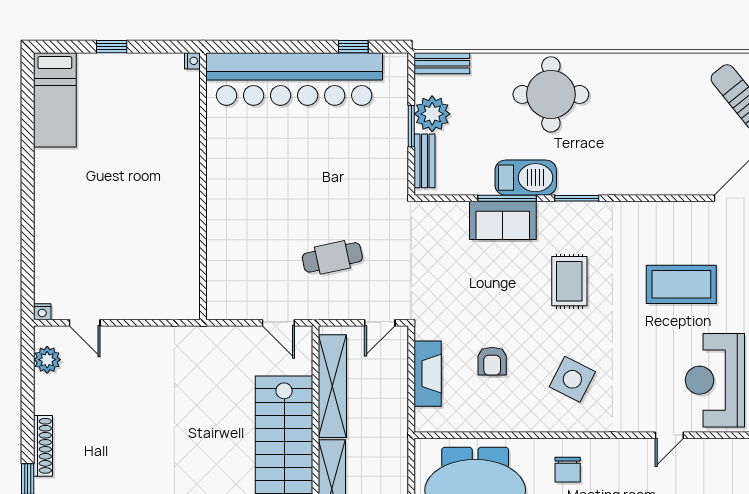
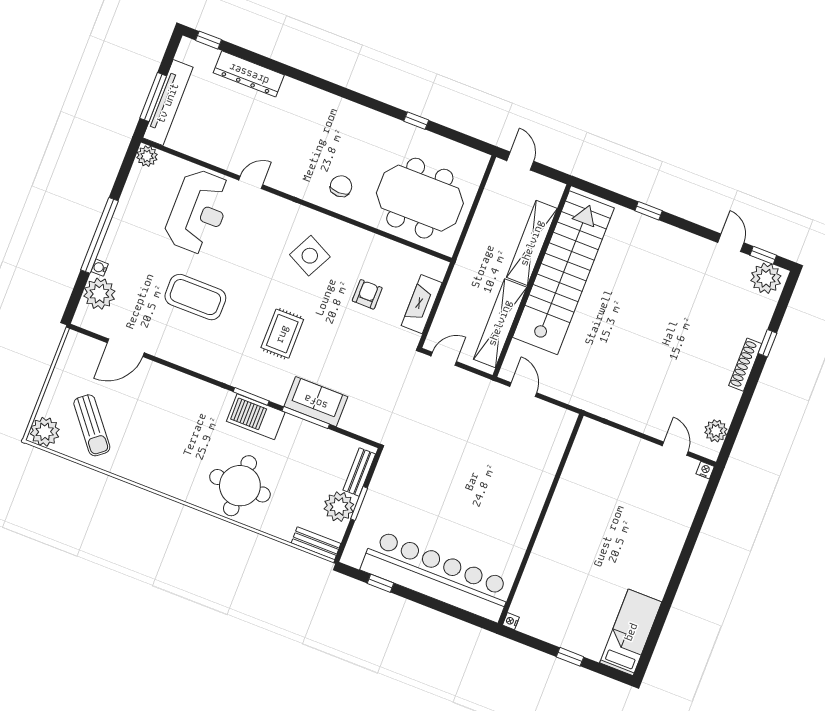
barbecue: (526, 178) -> (256, 417), moved
cafe table: (332, 257) -> (461, 424), removed

